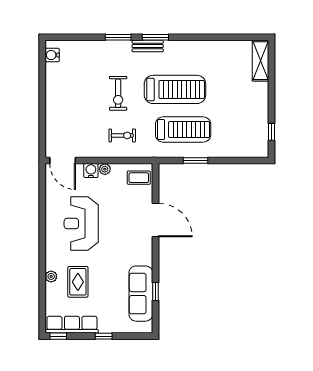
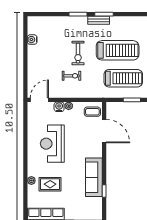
water cooler: (52, 55) -> (32, 40), moved
exercise bike: (122, 135) -> (72, 76), moved
door: (63, 161) -> (39, 100), swing flipped
door: (156, 220) -> (104, 131), moved
rug: (78, 282) -> (50, 184), turned 90
sofa: (141, 294) -> (94, 177), moved

